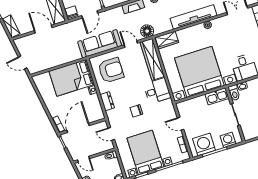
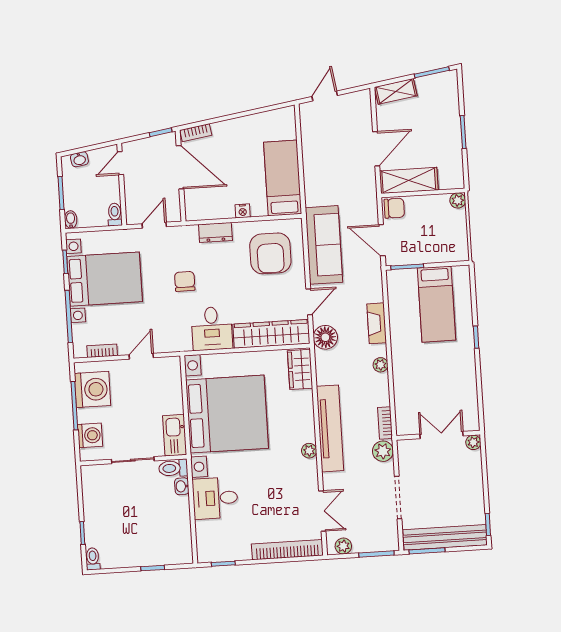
bed: (72, 78) -> (283, 178), width x0.67

